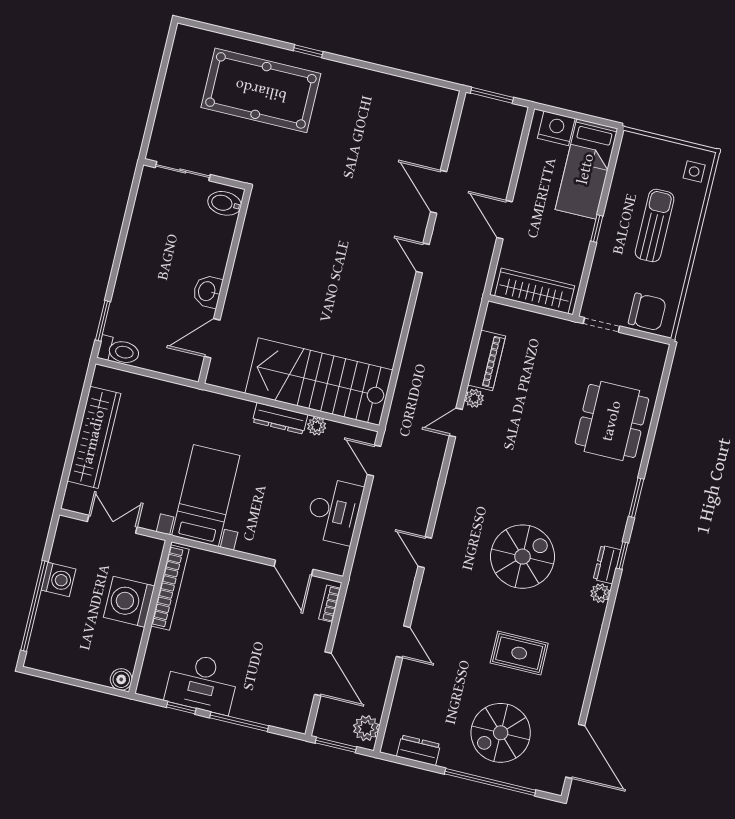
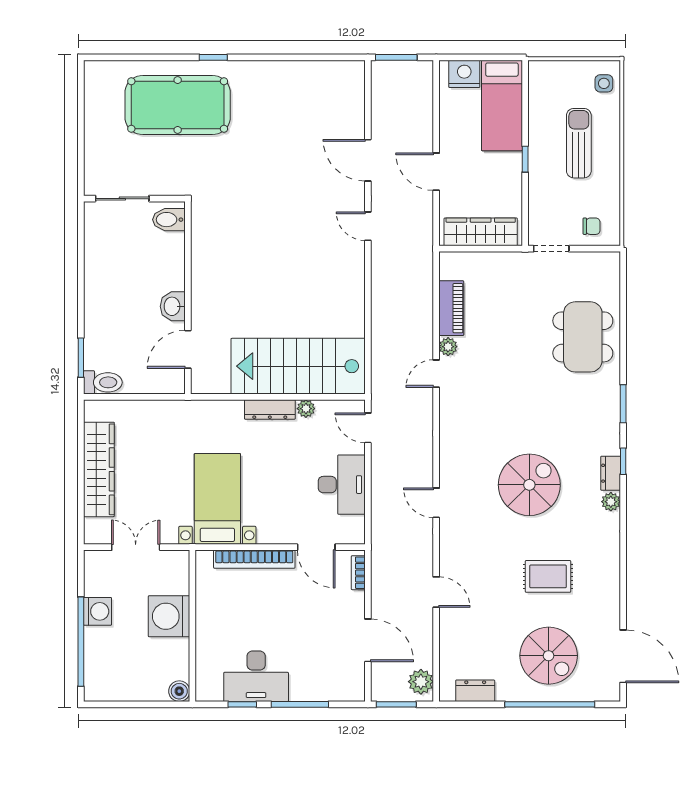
chair: (647, 312) -> (591, 226), width x0.54, depth x0.54
bookcase: (170, 588) -> (254, 559), moved, turned 90
spiral stairs: (501, 733) -> (549, 656), turned -90

